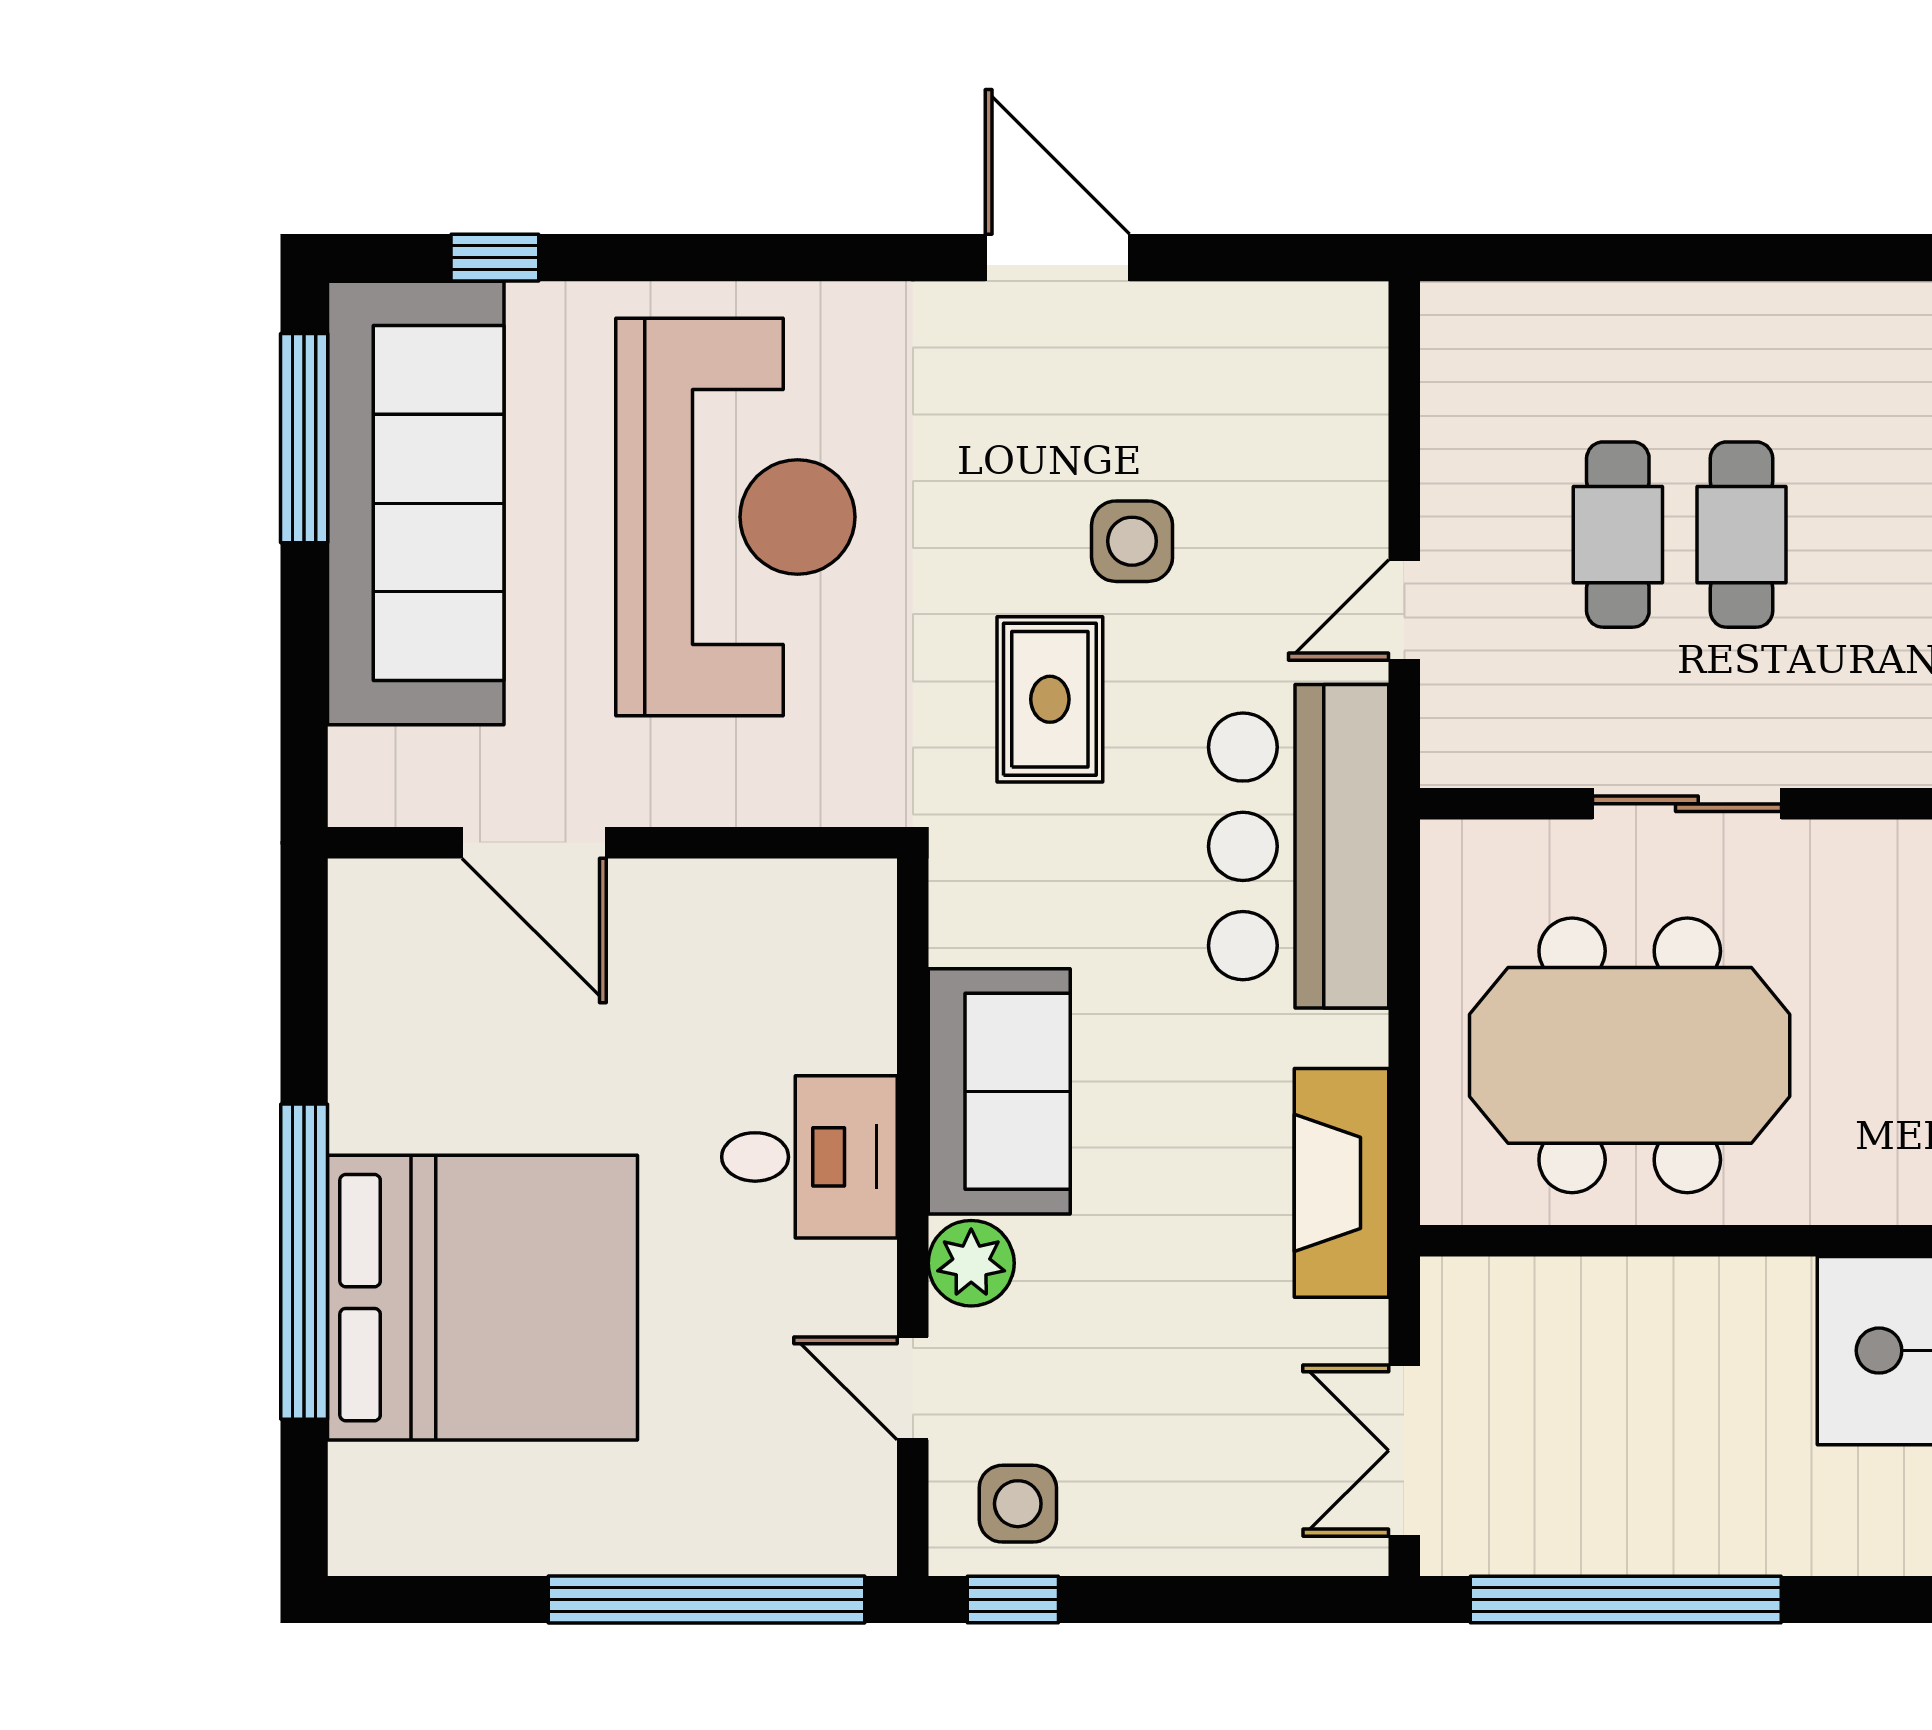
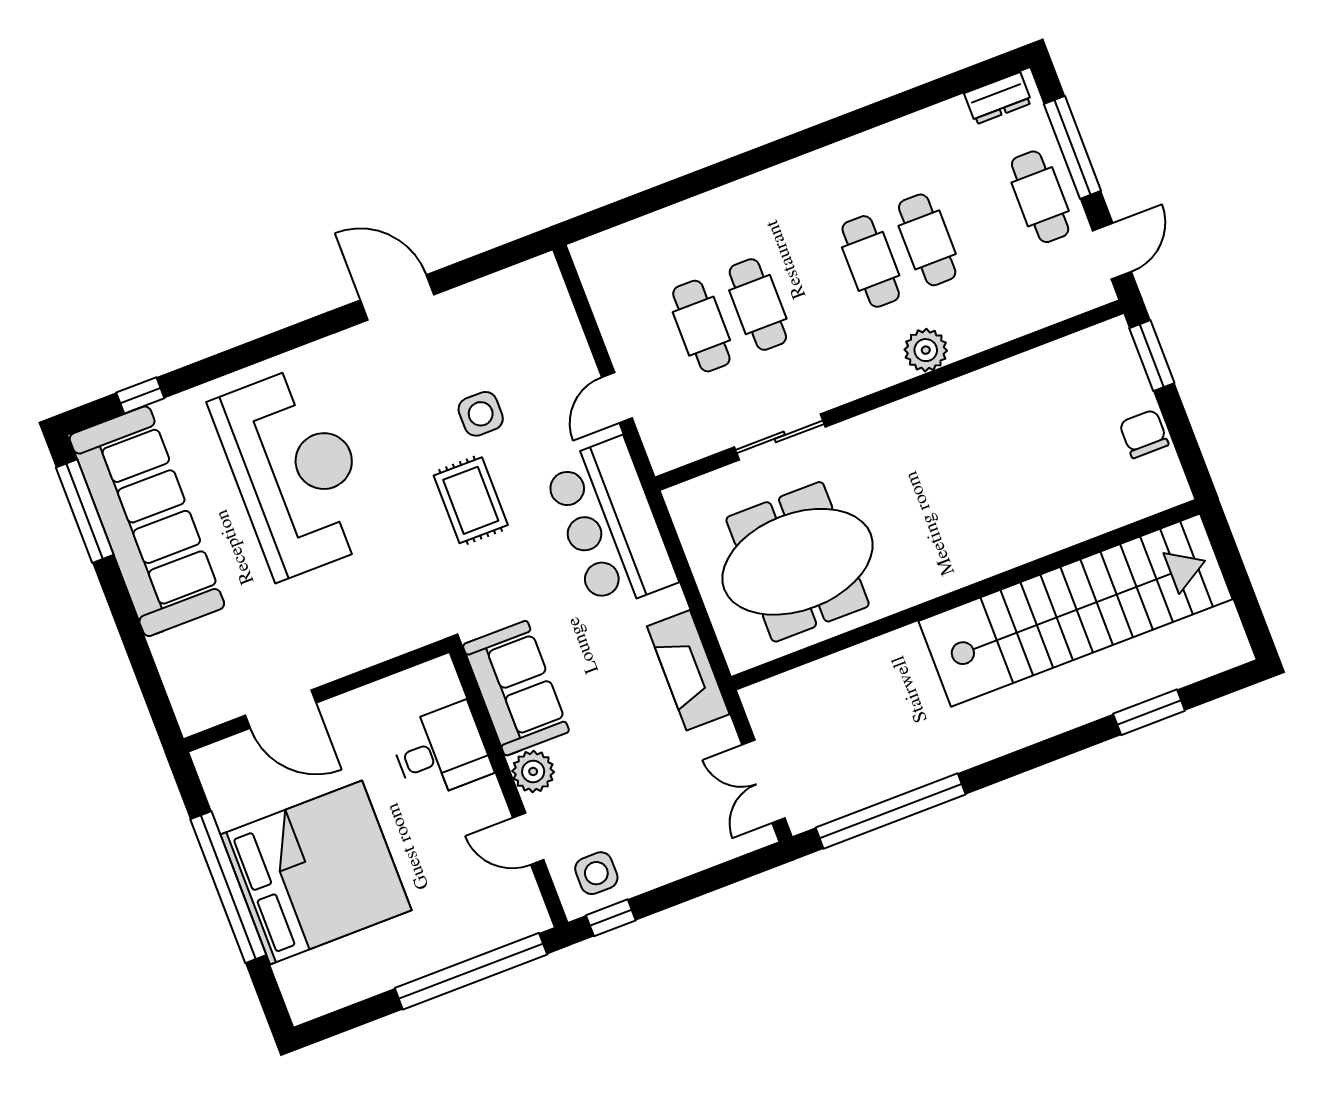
door: (534, 843) -> (281, 709), moved
wall: (612, 843) -> (316, 696), moved

